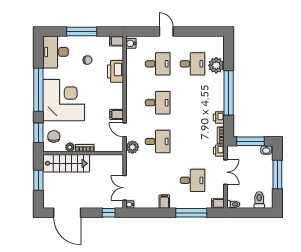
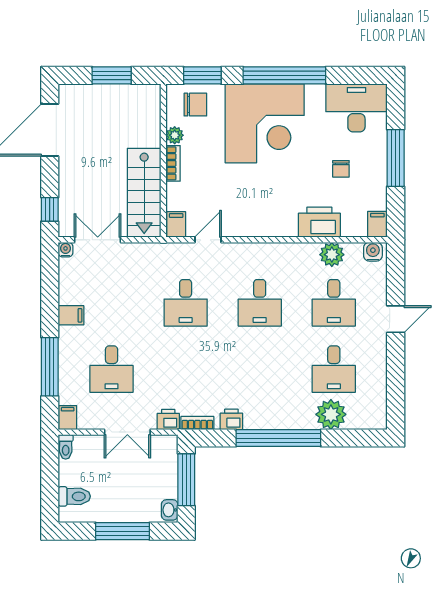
filing cabinet: (117, 114) -> (176, 224), moved
plant: (132, 147) -> (332, 255), moved
stairs: (66, 163) -> (144, 193), moved

